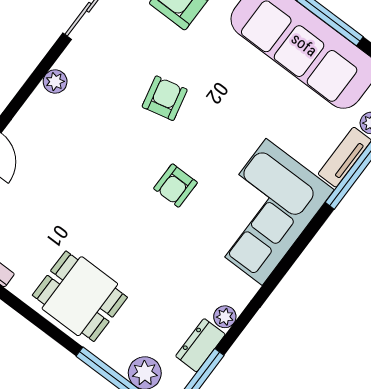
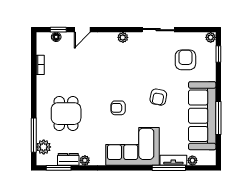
armchair: (165, 98) -> (158, 97), moved, turned 114
dining table: (80, 296) -> (66, 114), moved

